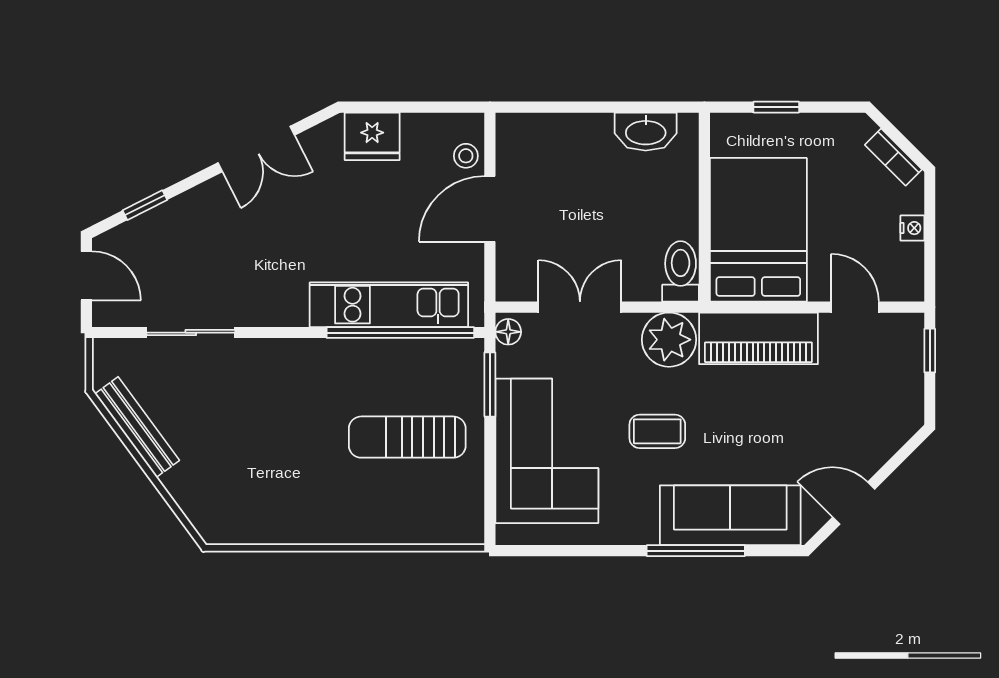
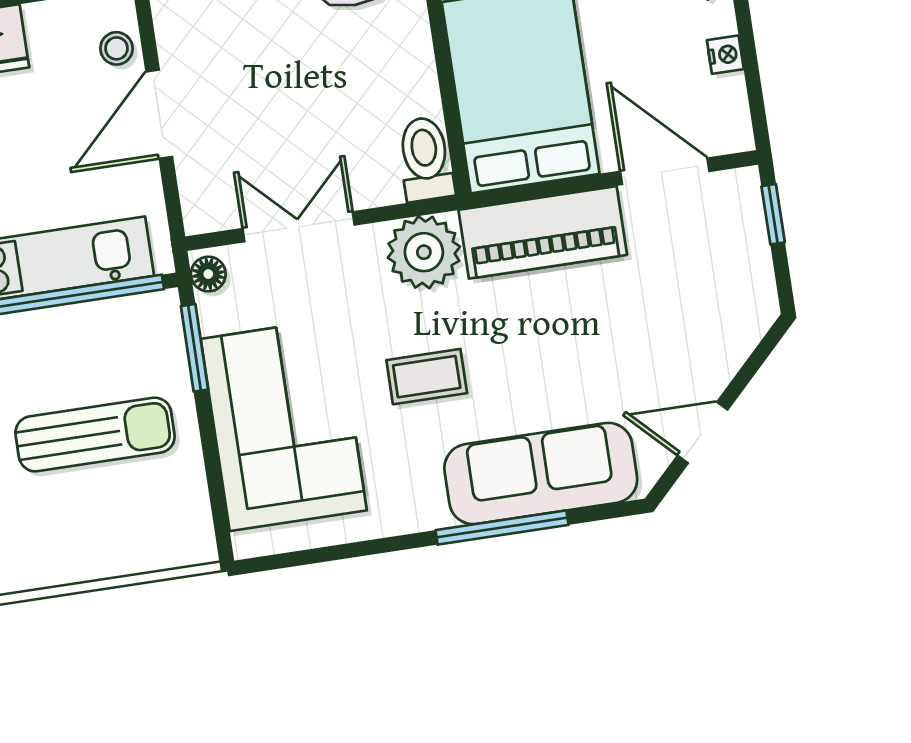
door: (855, 307) -> (665, 171), width x1.38
sun lounger: (407, 437) -> (95, 435), turned 180

